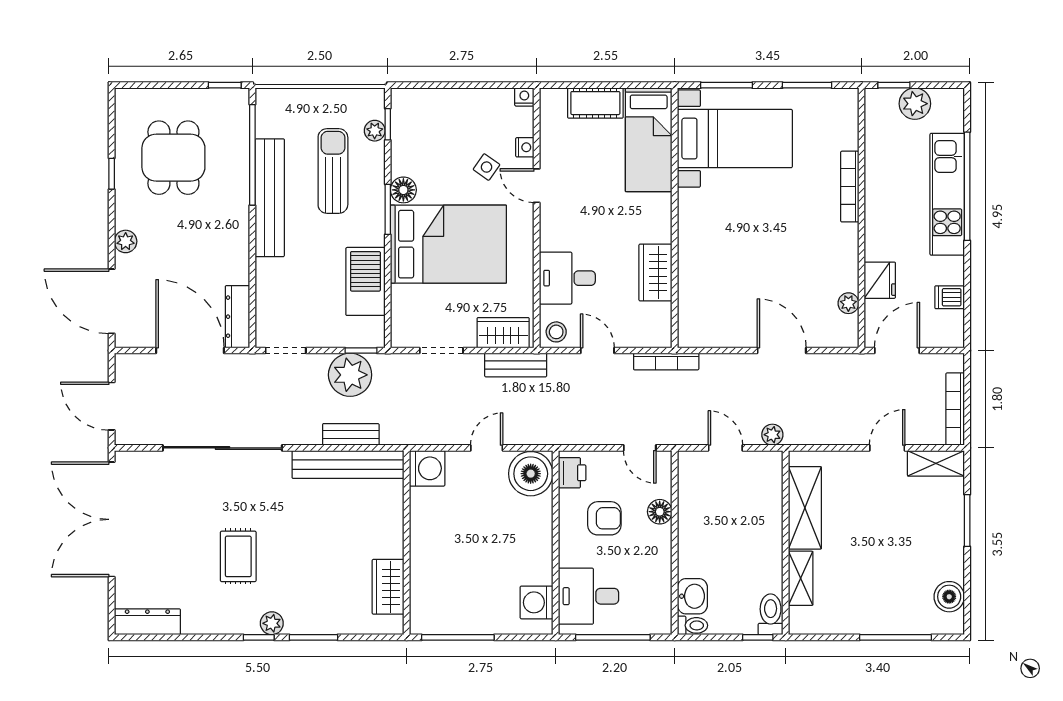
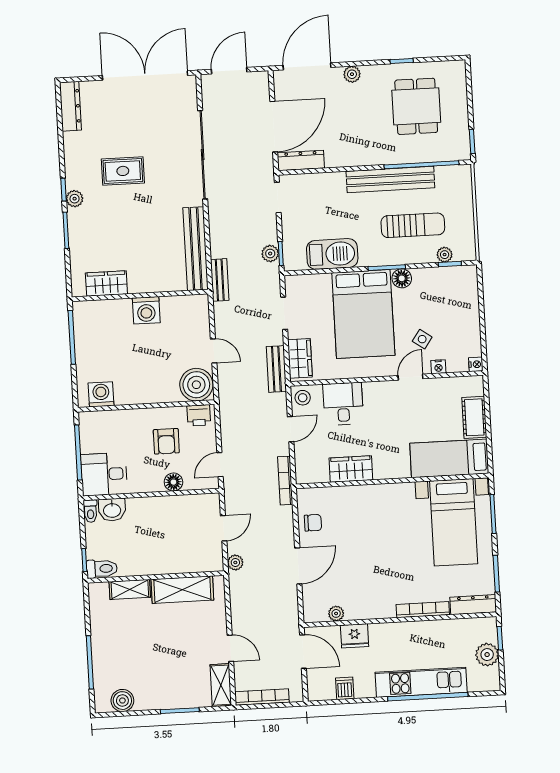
dresser: (847, 118) -> (473, 605), added
dining table: (173, 158) -> (416, 106), turned 90
chair: (725, 328) -> (313, 523), added
plant: (350, 375) -> (270, 254), width x0.53, depth x0.53
bench: (351, 434) -> (220, 280), moved
washing machine: (427, 468) -> (146, 310), moved
desk: (589, 596) -> (104, 474), moved, turned -90

